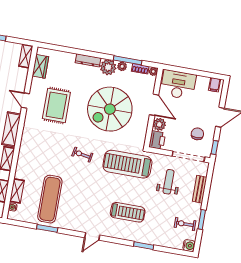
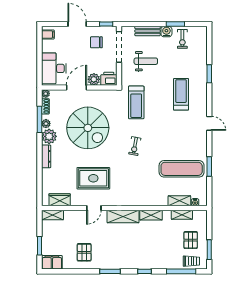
treadmill: (127, 164) -> (136, 102), width x0.73, depth x0.73
weight bench: (169, 182) -> (146, 61), turned 180
water cooler: (189, 246) -> (166, 32), moved

